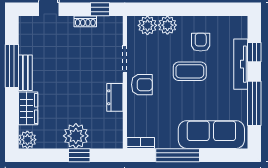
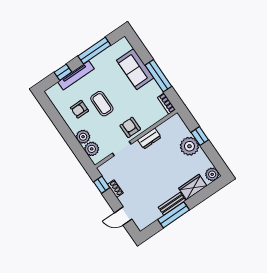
sofa: (211, 135) -> (135, 69), width x0.73

